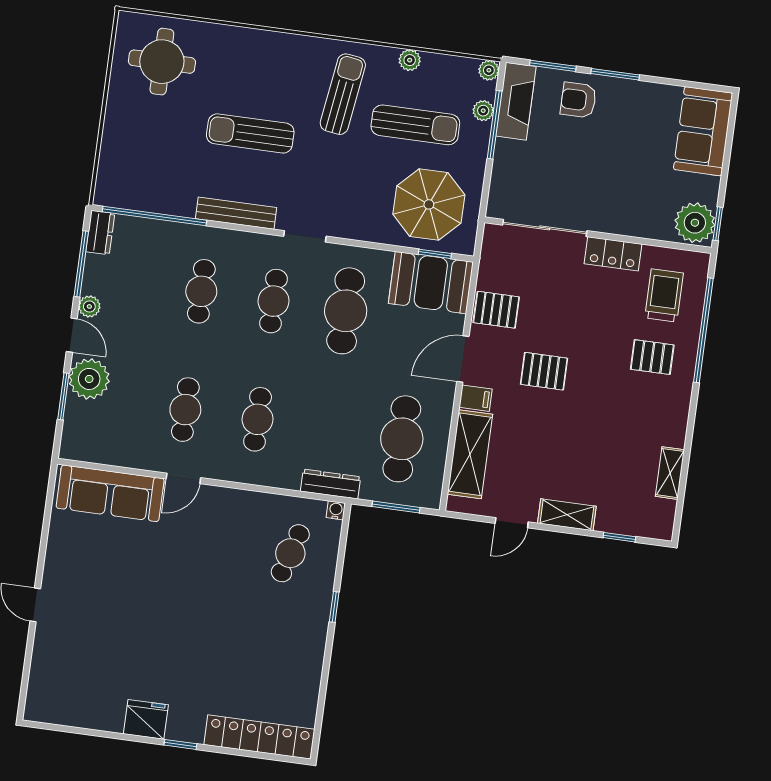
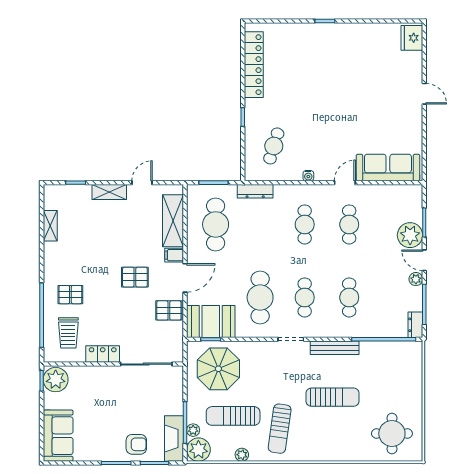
plant: (489, 70) -> (198, 450), width x1.87, depth x1.87
water cooler: (336, 510) -> (308, 176), moved
fridge: (146, 719) -> (412, 38), moved, turned 90
locker: (259, 737) -> (254, 65), moved, turned -90

